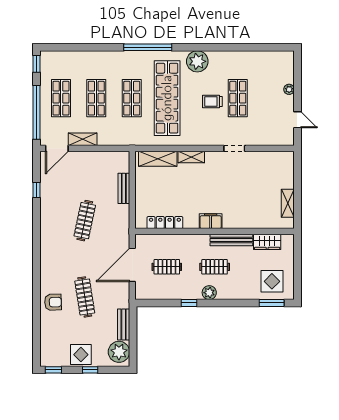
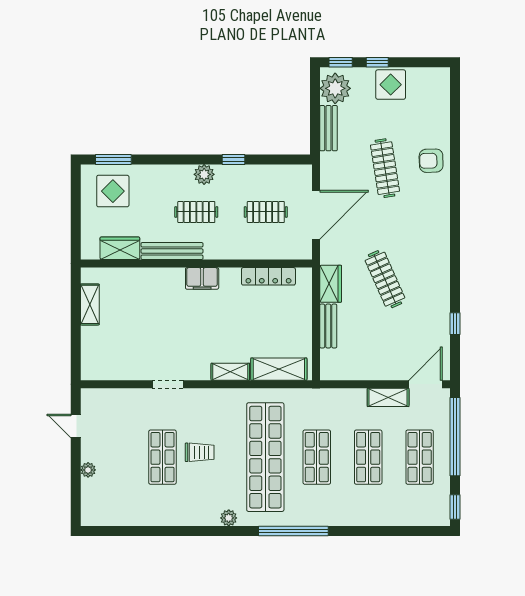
plant: (197, 61) -> (229, 518), width x0.53, depth x0.53
wardrobe: (122, 217) -> (331, 284), added
clothes rail: (85, 221) -> (385, 279), turned -36
window: (53, 370) -> (341, 62), moved

